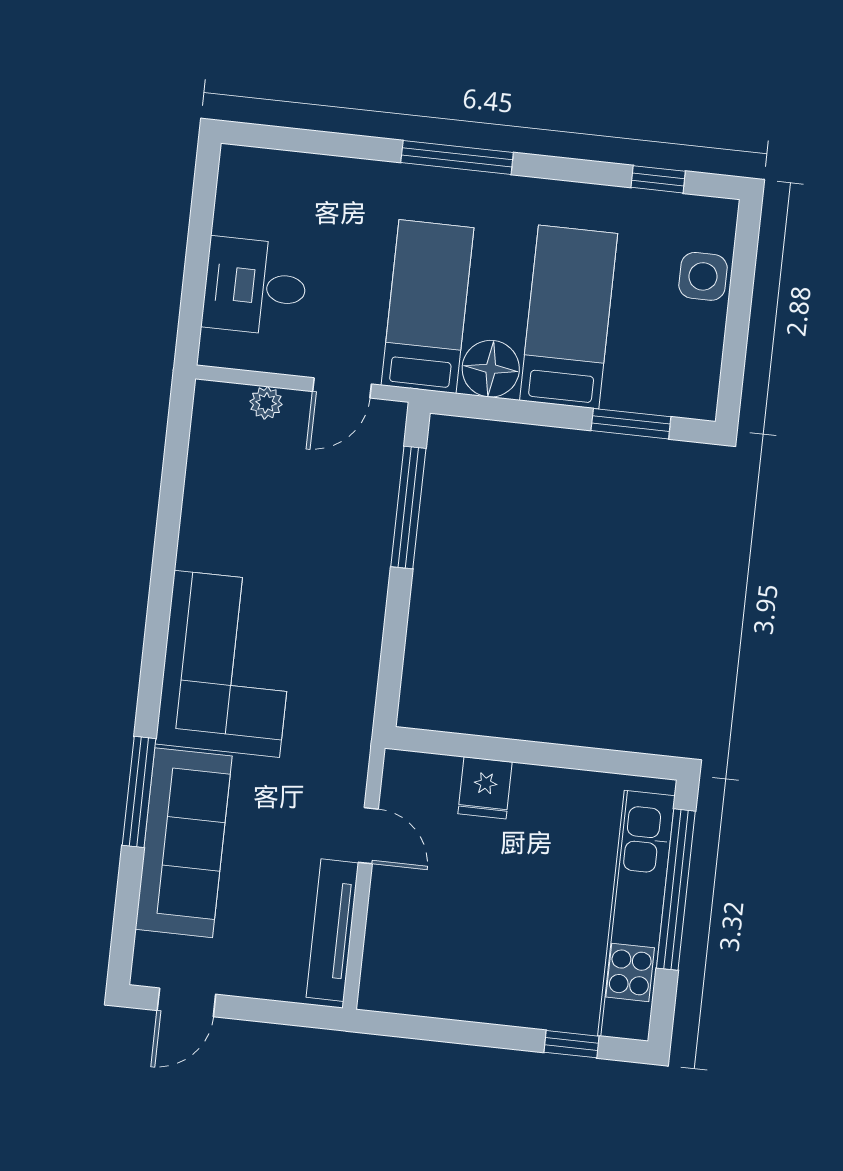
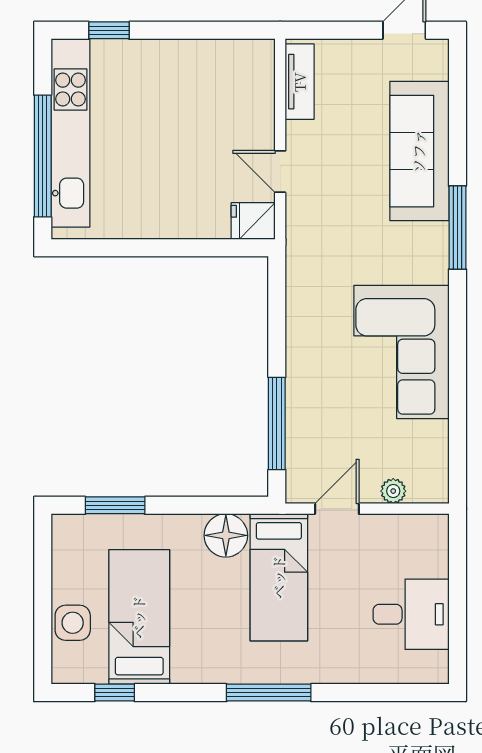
desk: (255, 286) -> (411, 614), moved
bed: (569, 317) -> (139, 617), moved, turned 180
corner sofa: (227, 664) -> (401, 352), moved
fridge: (485, 788) -> (253, 221), moved, turned -90
window: (139, 792) -> (457, 228), moved
tv unit: (332, 930) -> (300, 82), width x0.71

